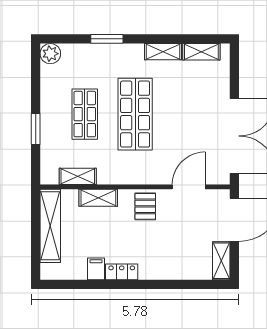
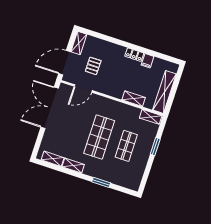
plant: (50, 54) -> (134, 184), removed
shelving: (78, 176) -> (151, 117), moved
pallet: (145, 206) -> (93, 66), moved

